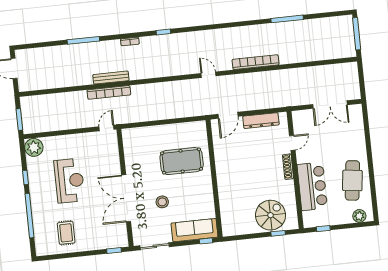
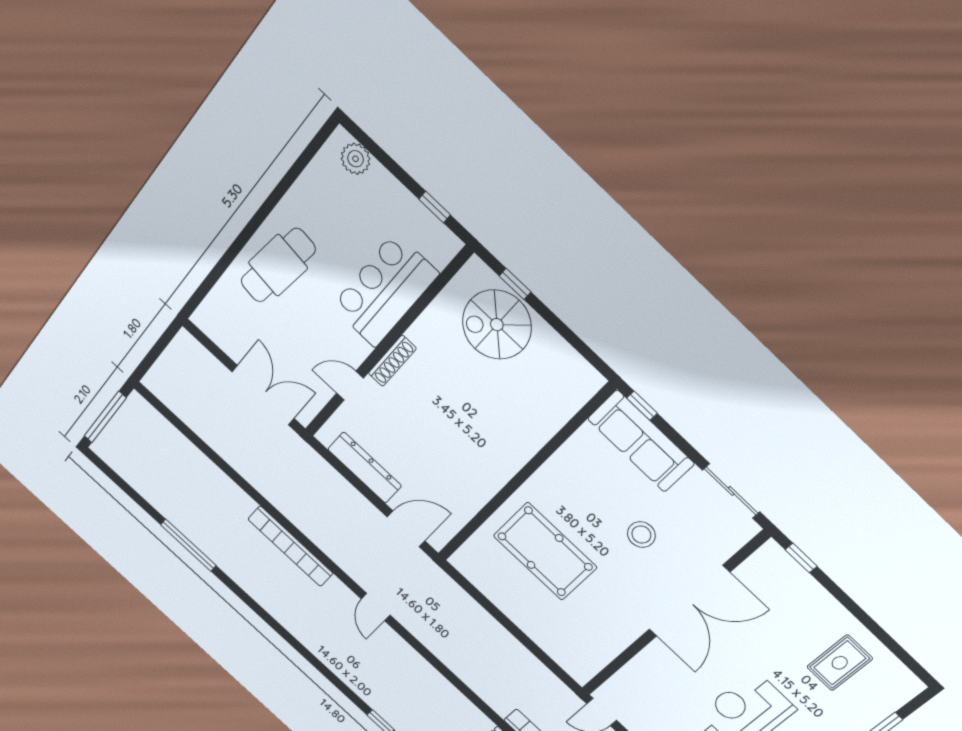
double door: (330, 105) -> (263, 395), moved
cafe table: (352, 180) -> (278, 265), moved

